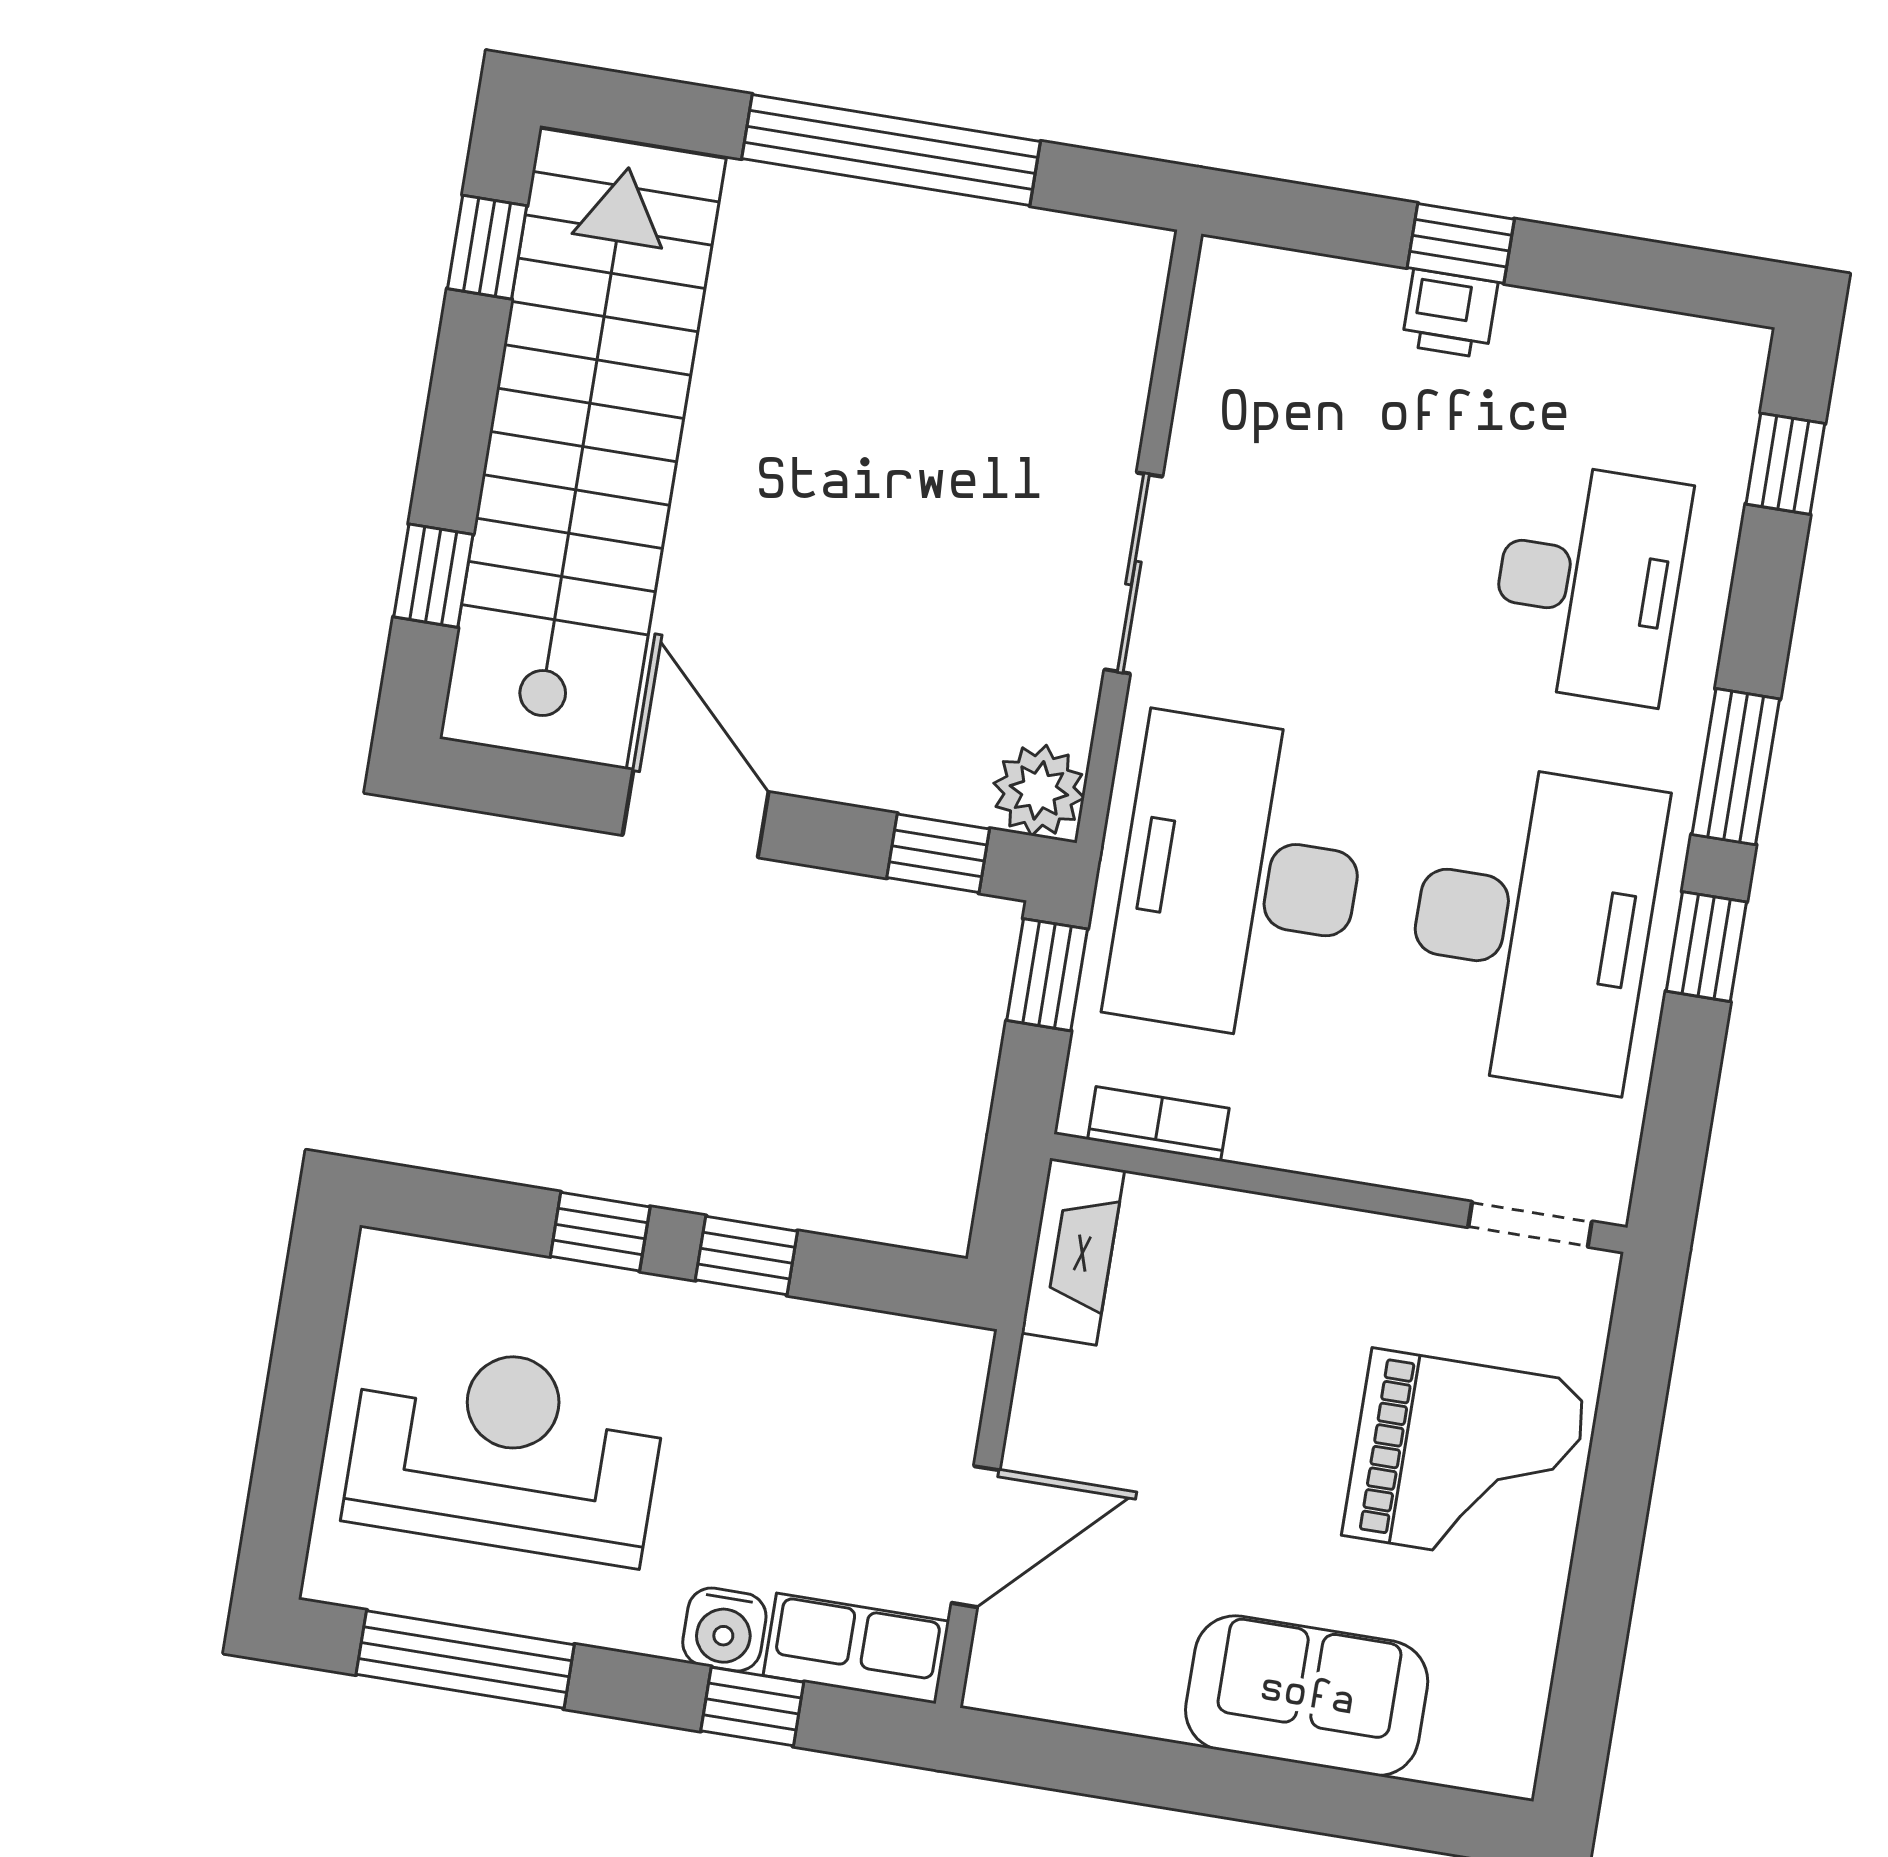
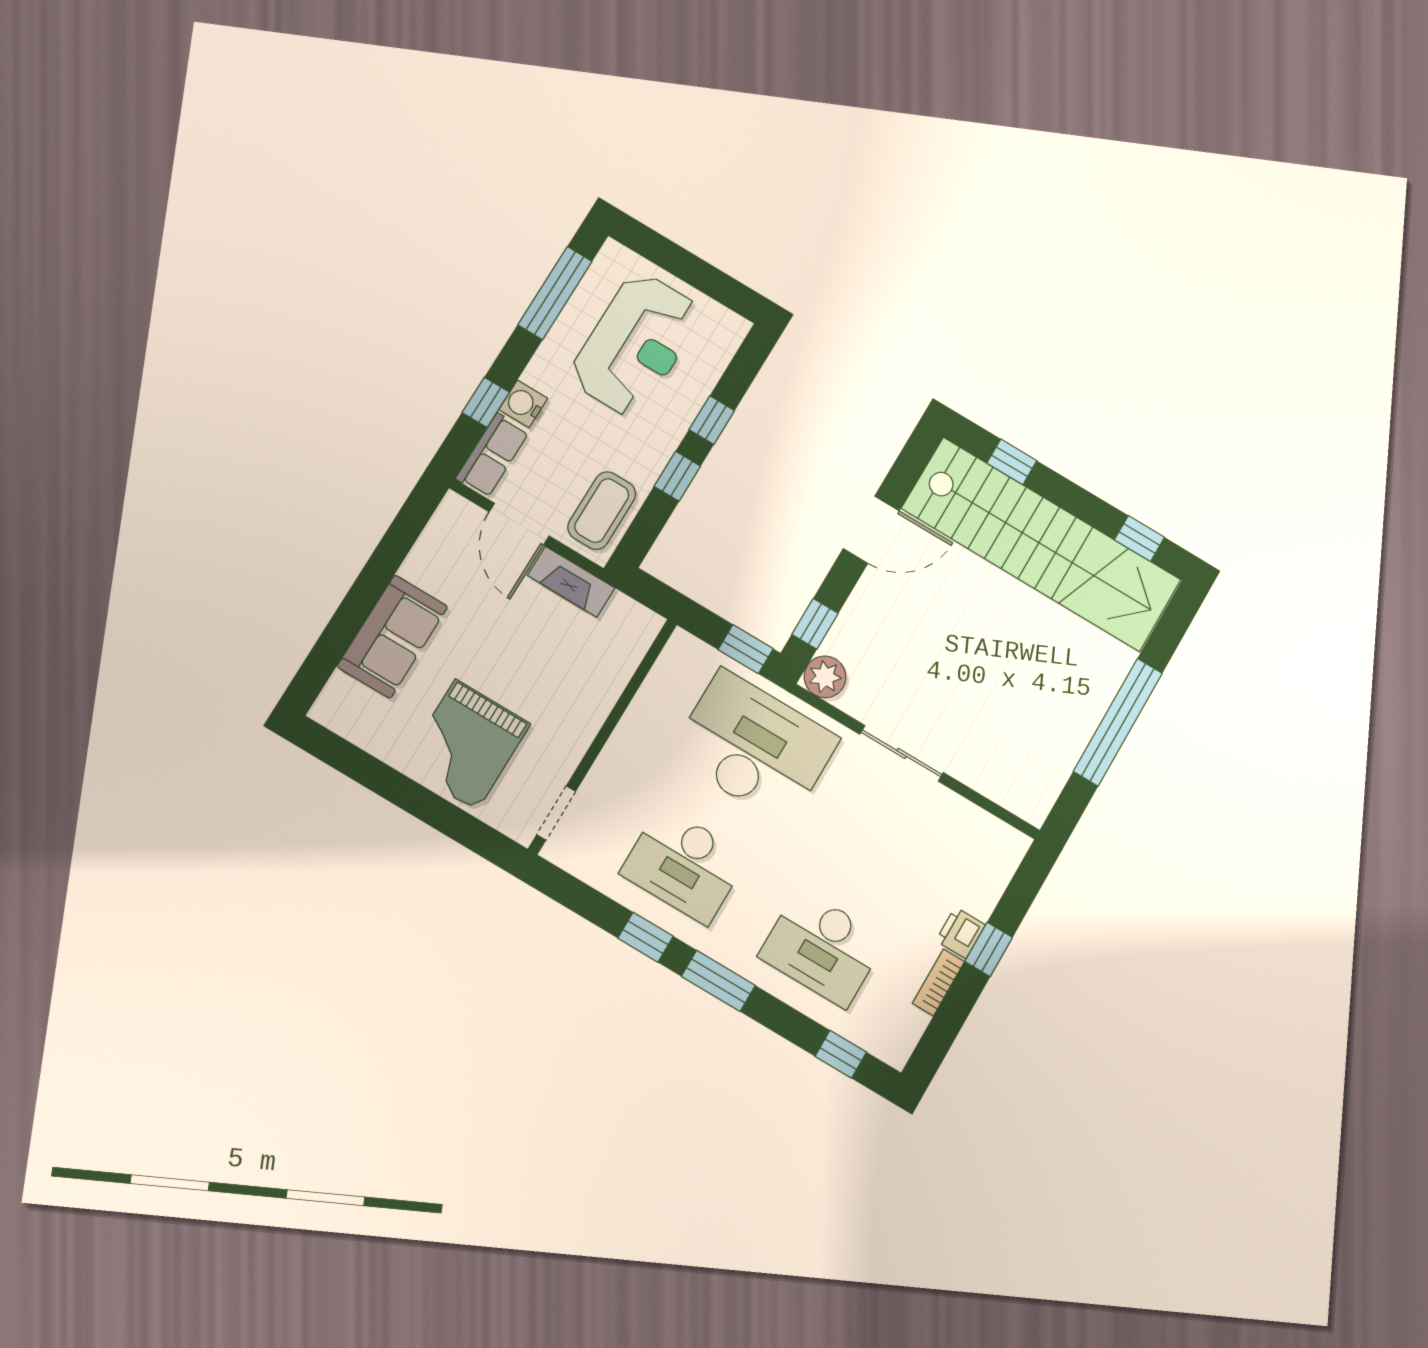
desk: (1532, 926) -> (684, 865), width x0.73, depth x0.77
bookcase: (1158, 1124) -> (938, 982), moved, turned 180
fireplace: (1073, 1252) -> (571, 582), moved
coffee table: (880, 1381) -> (602, 511), added

